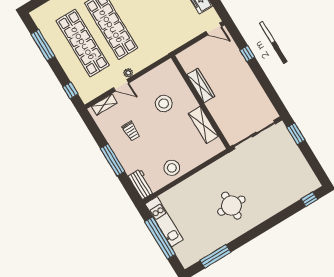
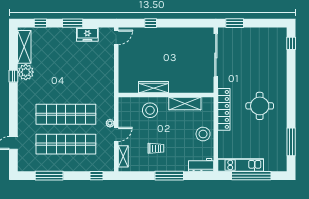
wardrobe: (201, 86) -> (153, 87), moved
wall: (201, 102) -> (166, 95), moved
shelving: (203, 125) -> (185, 104), moved
locker: (207, 174) -> (224, 109), added

